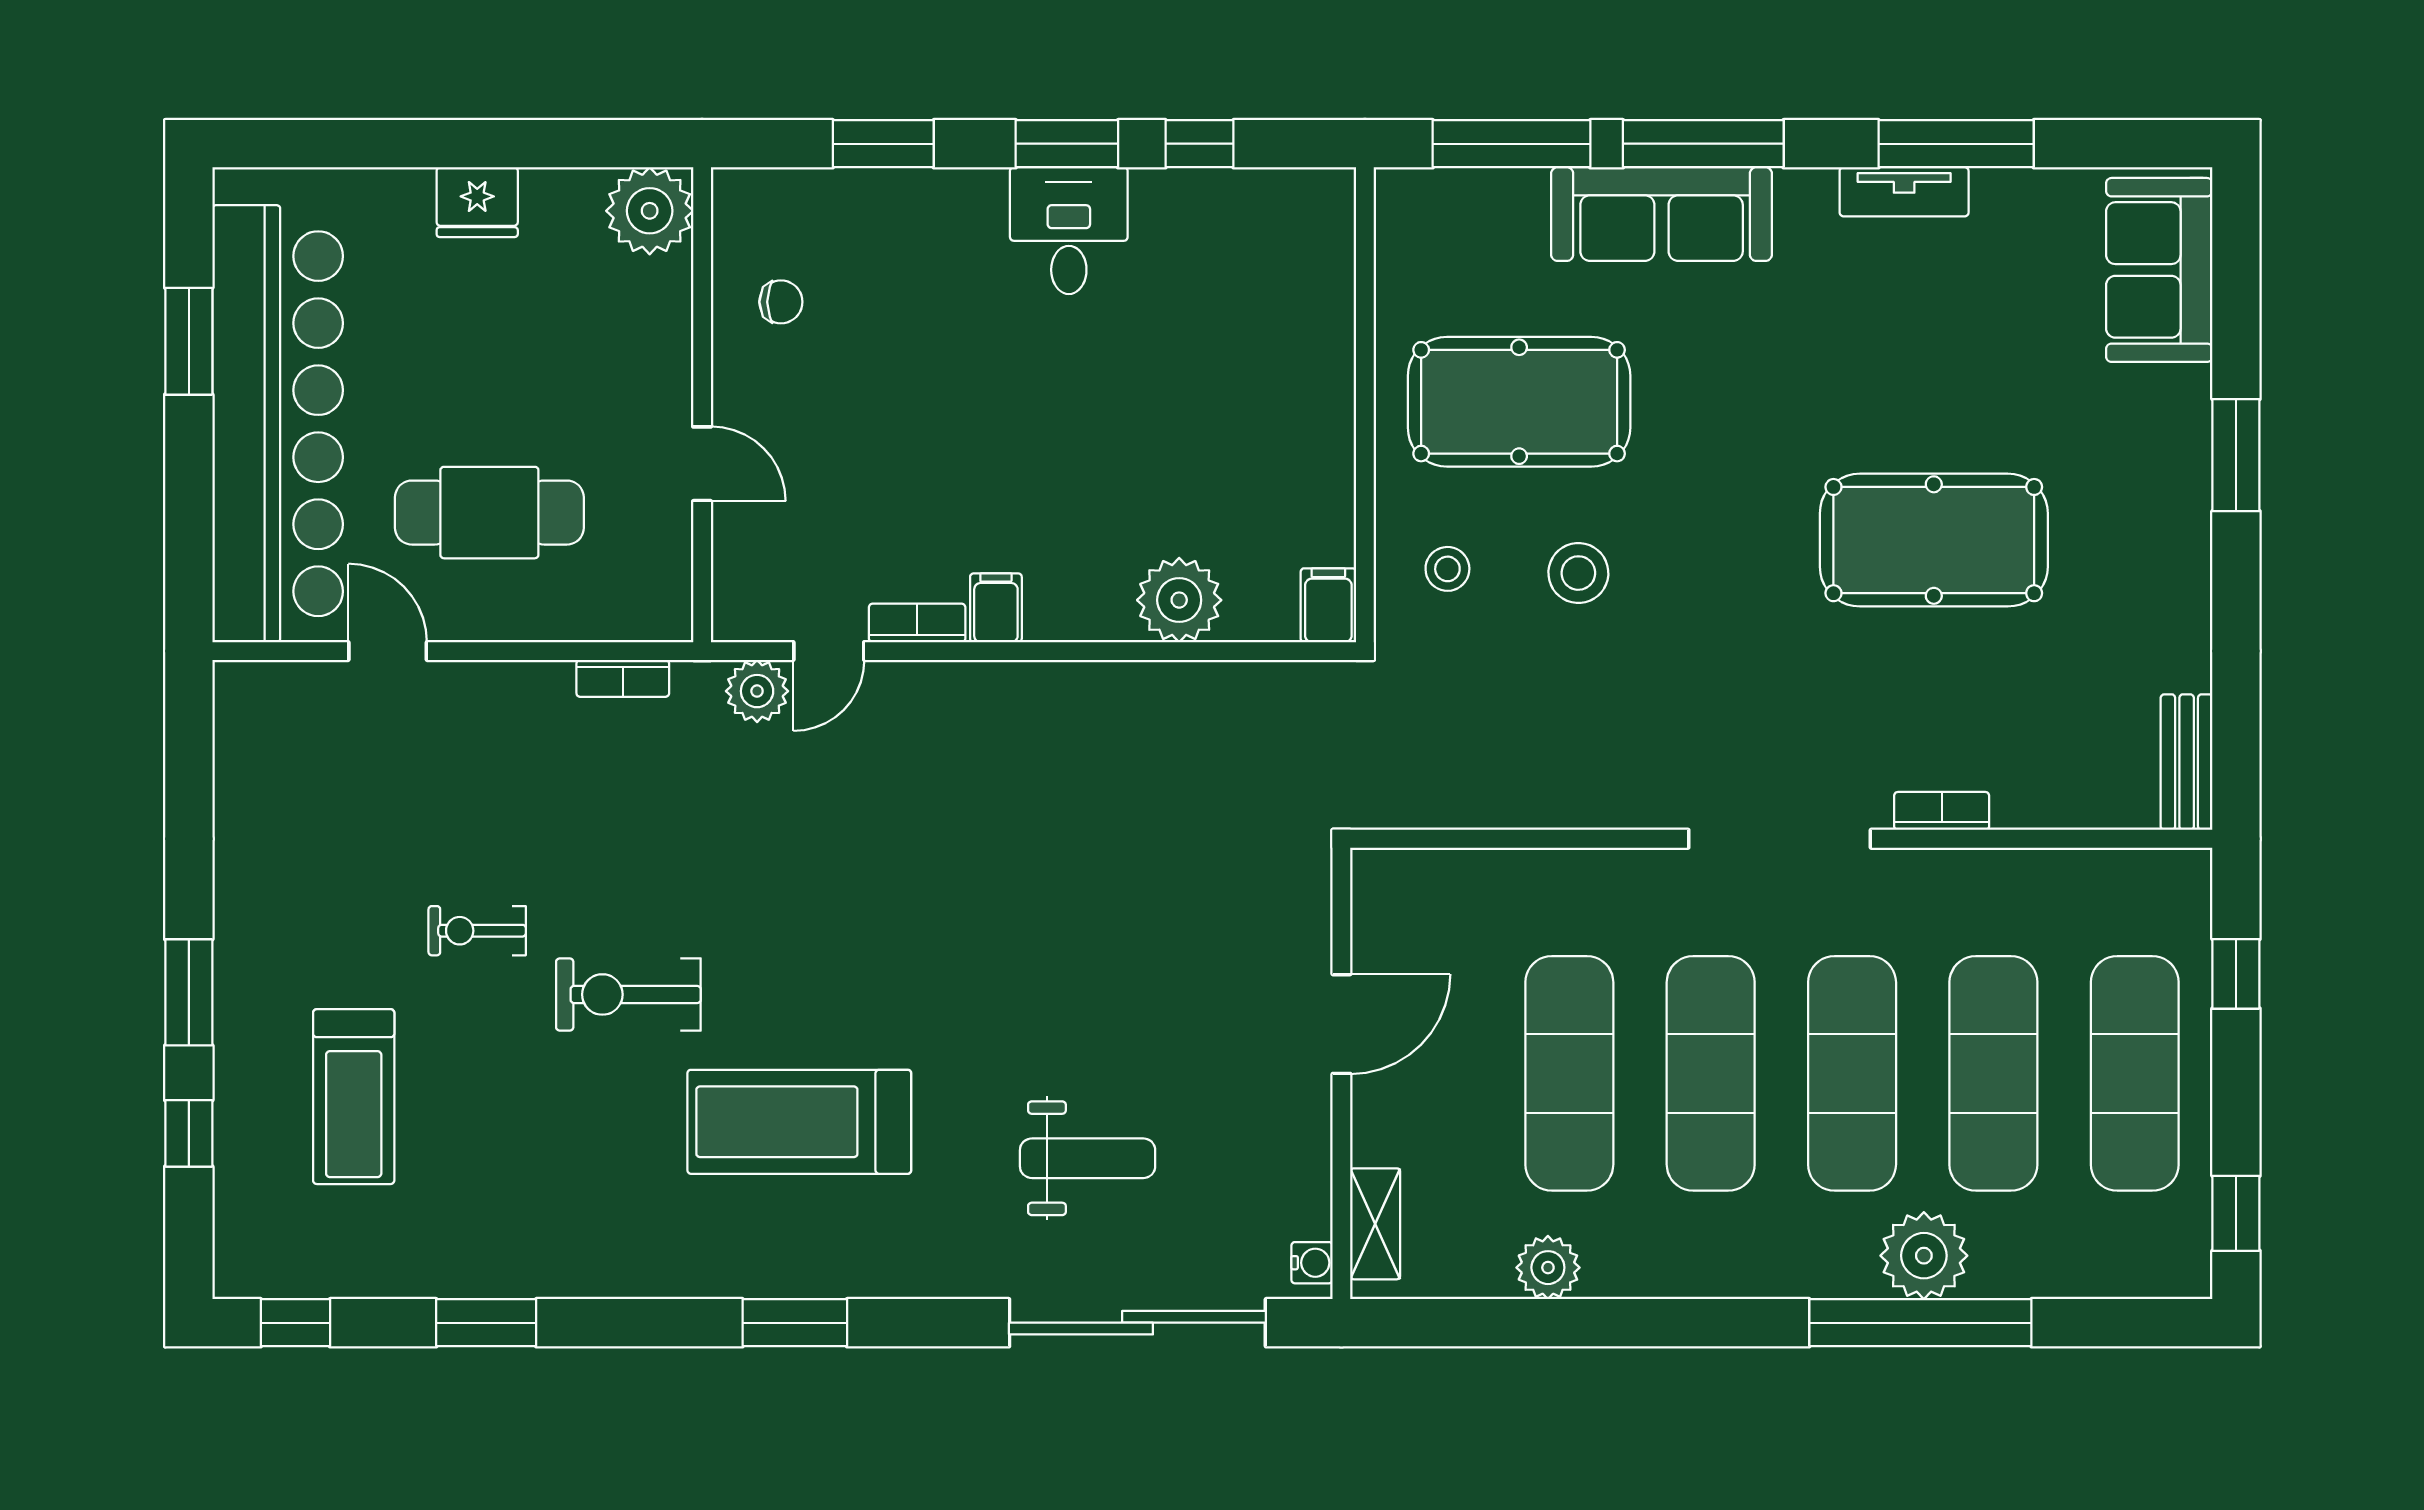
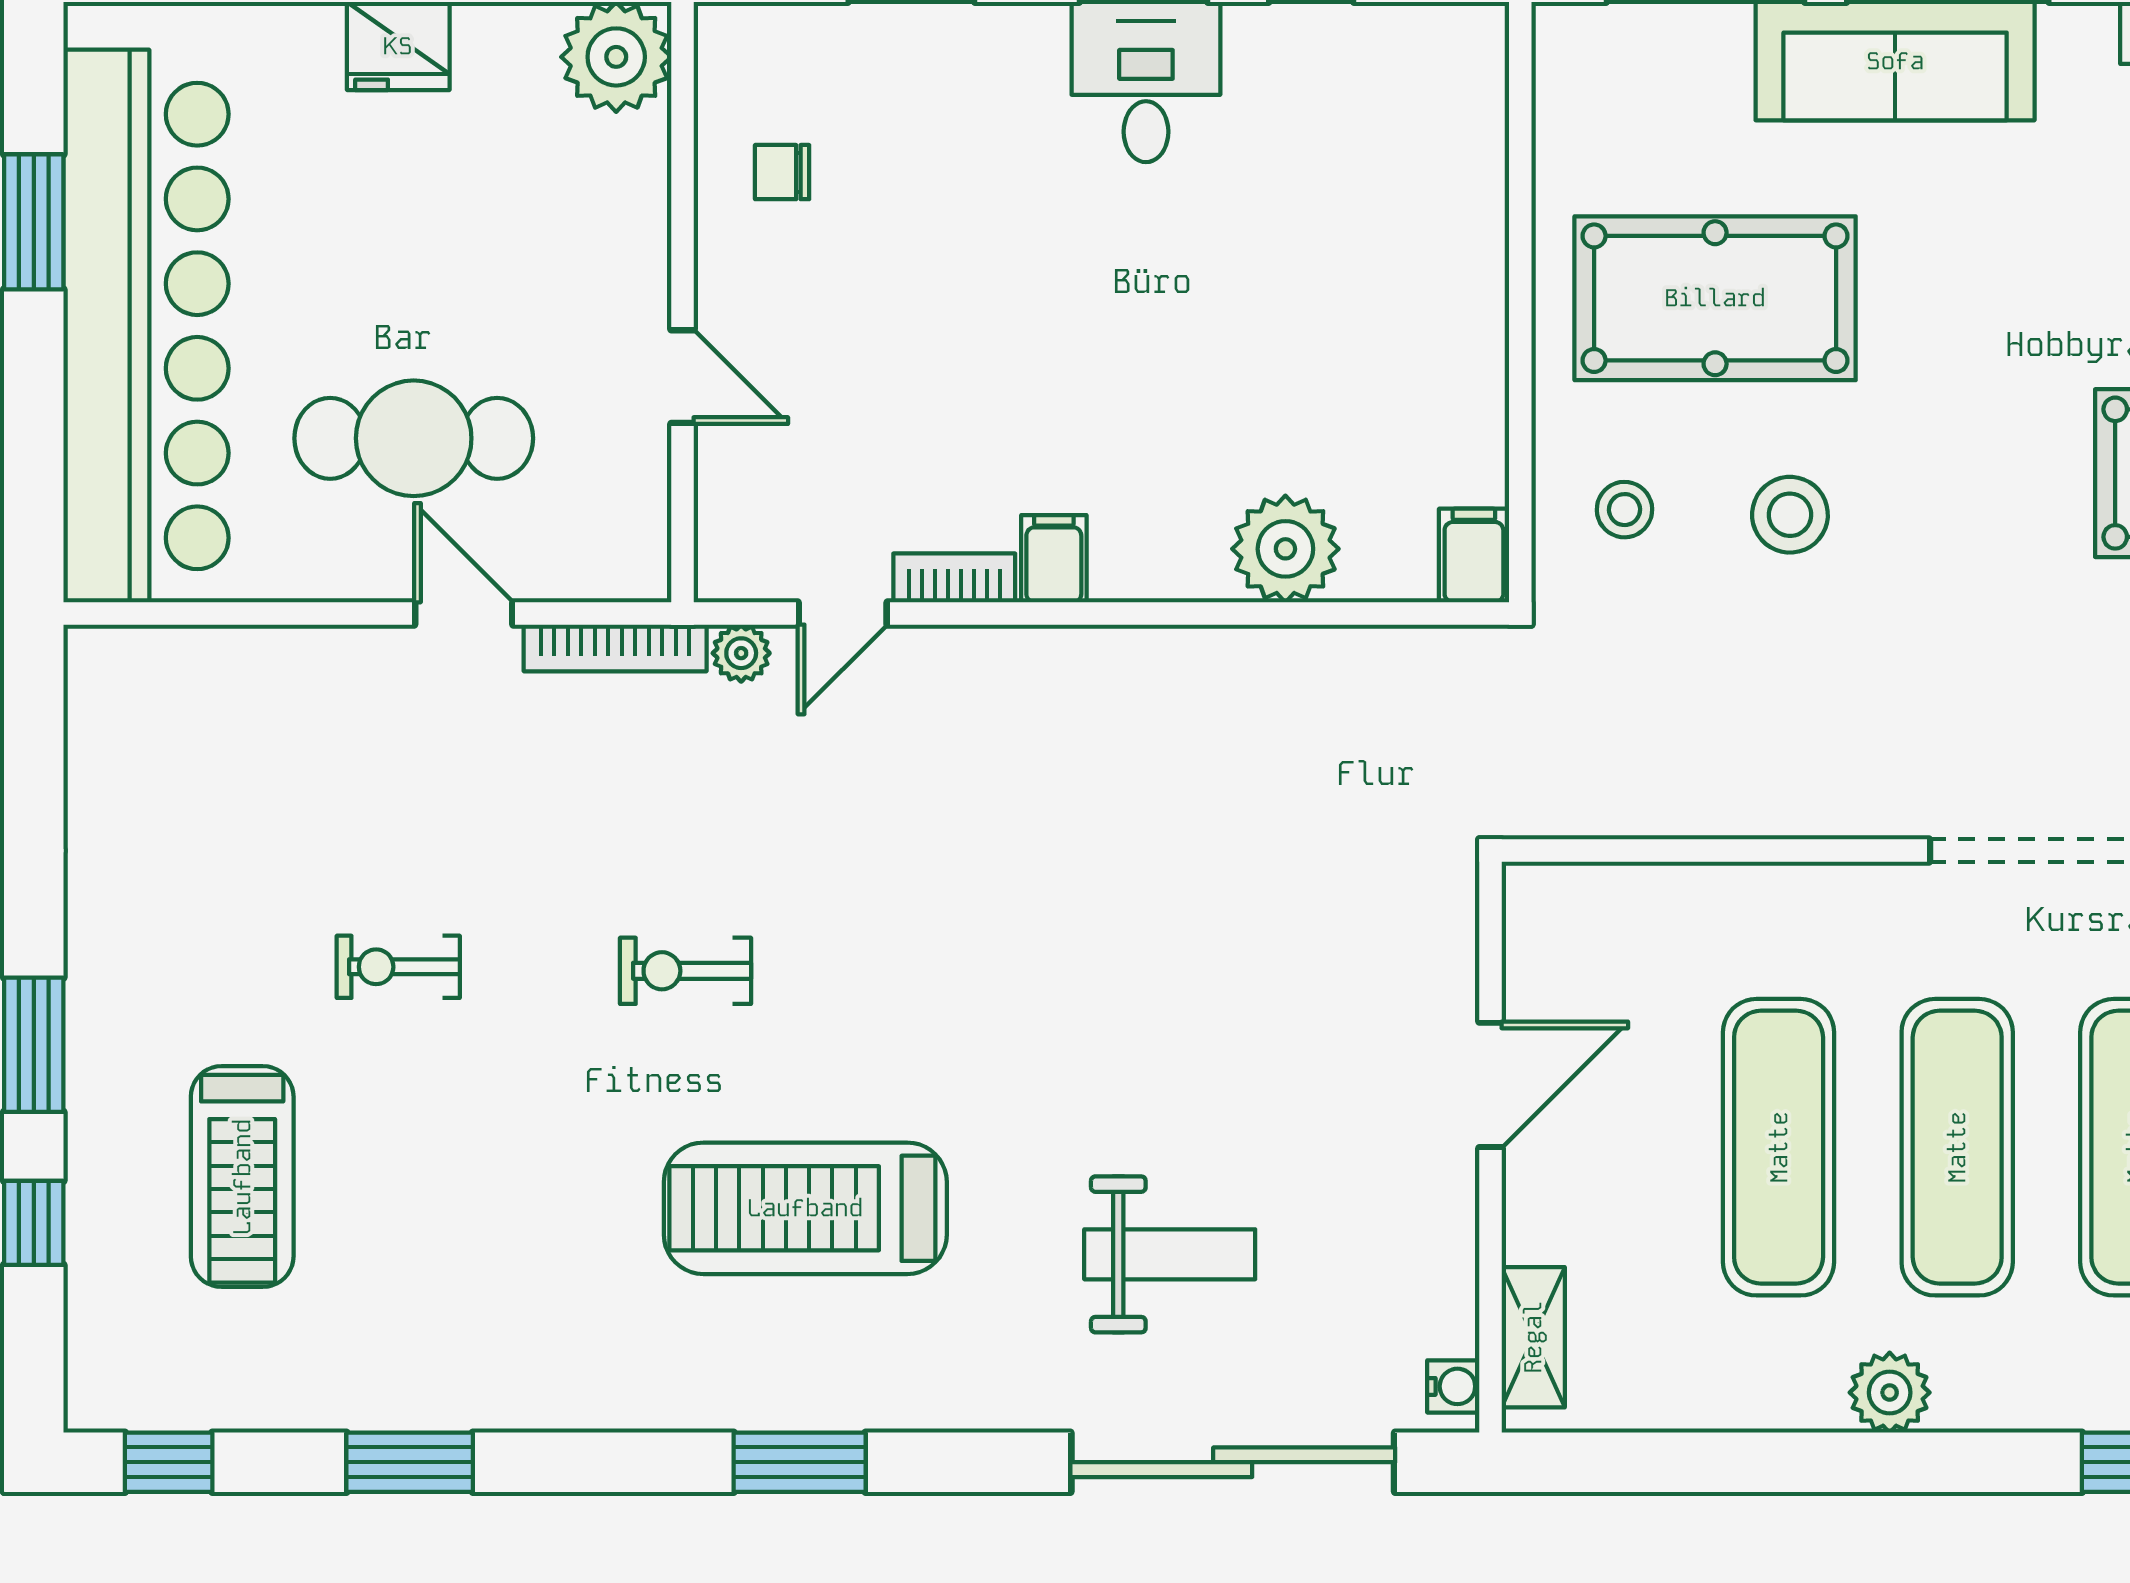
chair: (781, 302) -> (782, 172), turned 180
door: (388, 651) -> (464, 613), moved
bookcase: (623, 678) -> (615, 648), width x1.56
plant: (757, 691) -> (741, 653), width x0.73, depth x0.73
exercise bike: (628, 994) -> (686, 971), moved, width x0.73, depth x0.72
plant: (1548, 1268) -> (1890, 1393), moved

